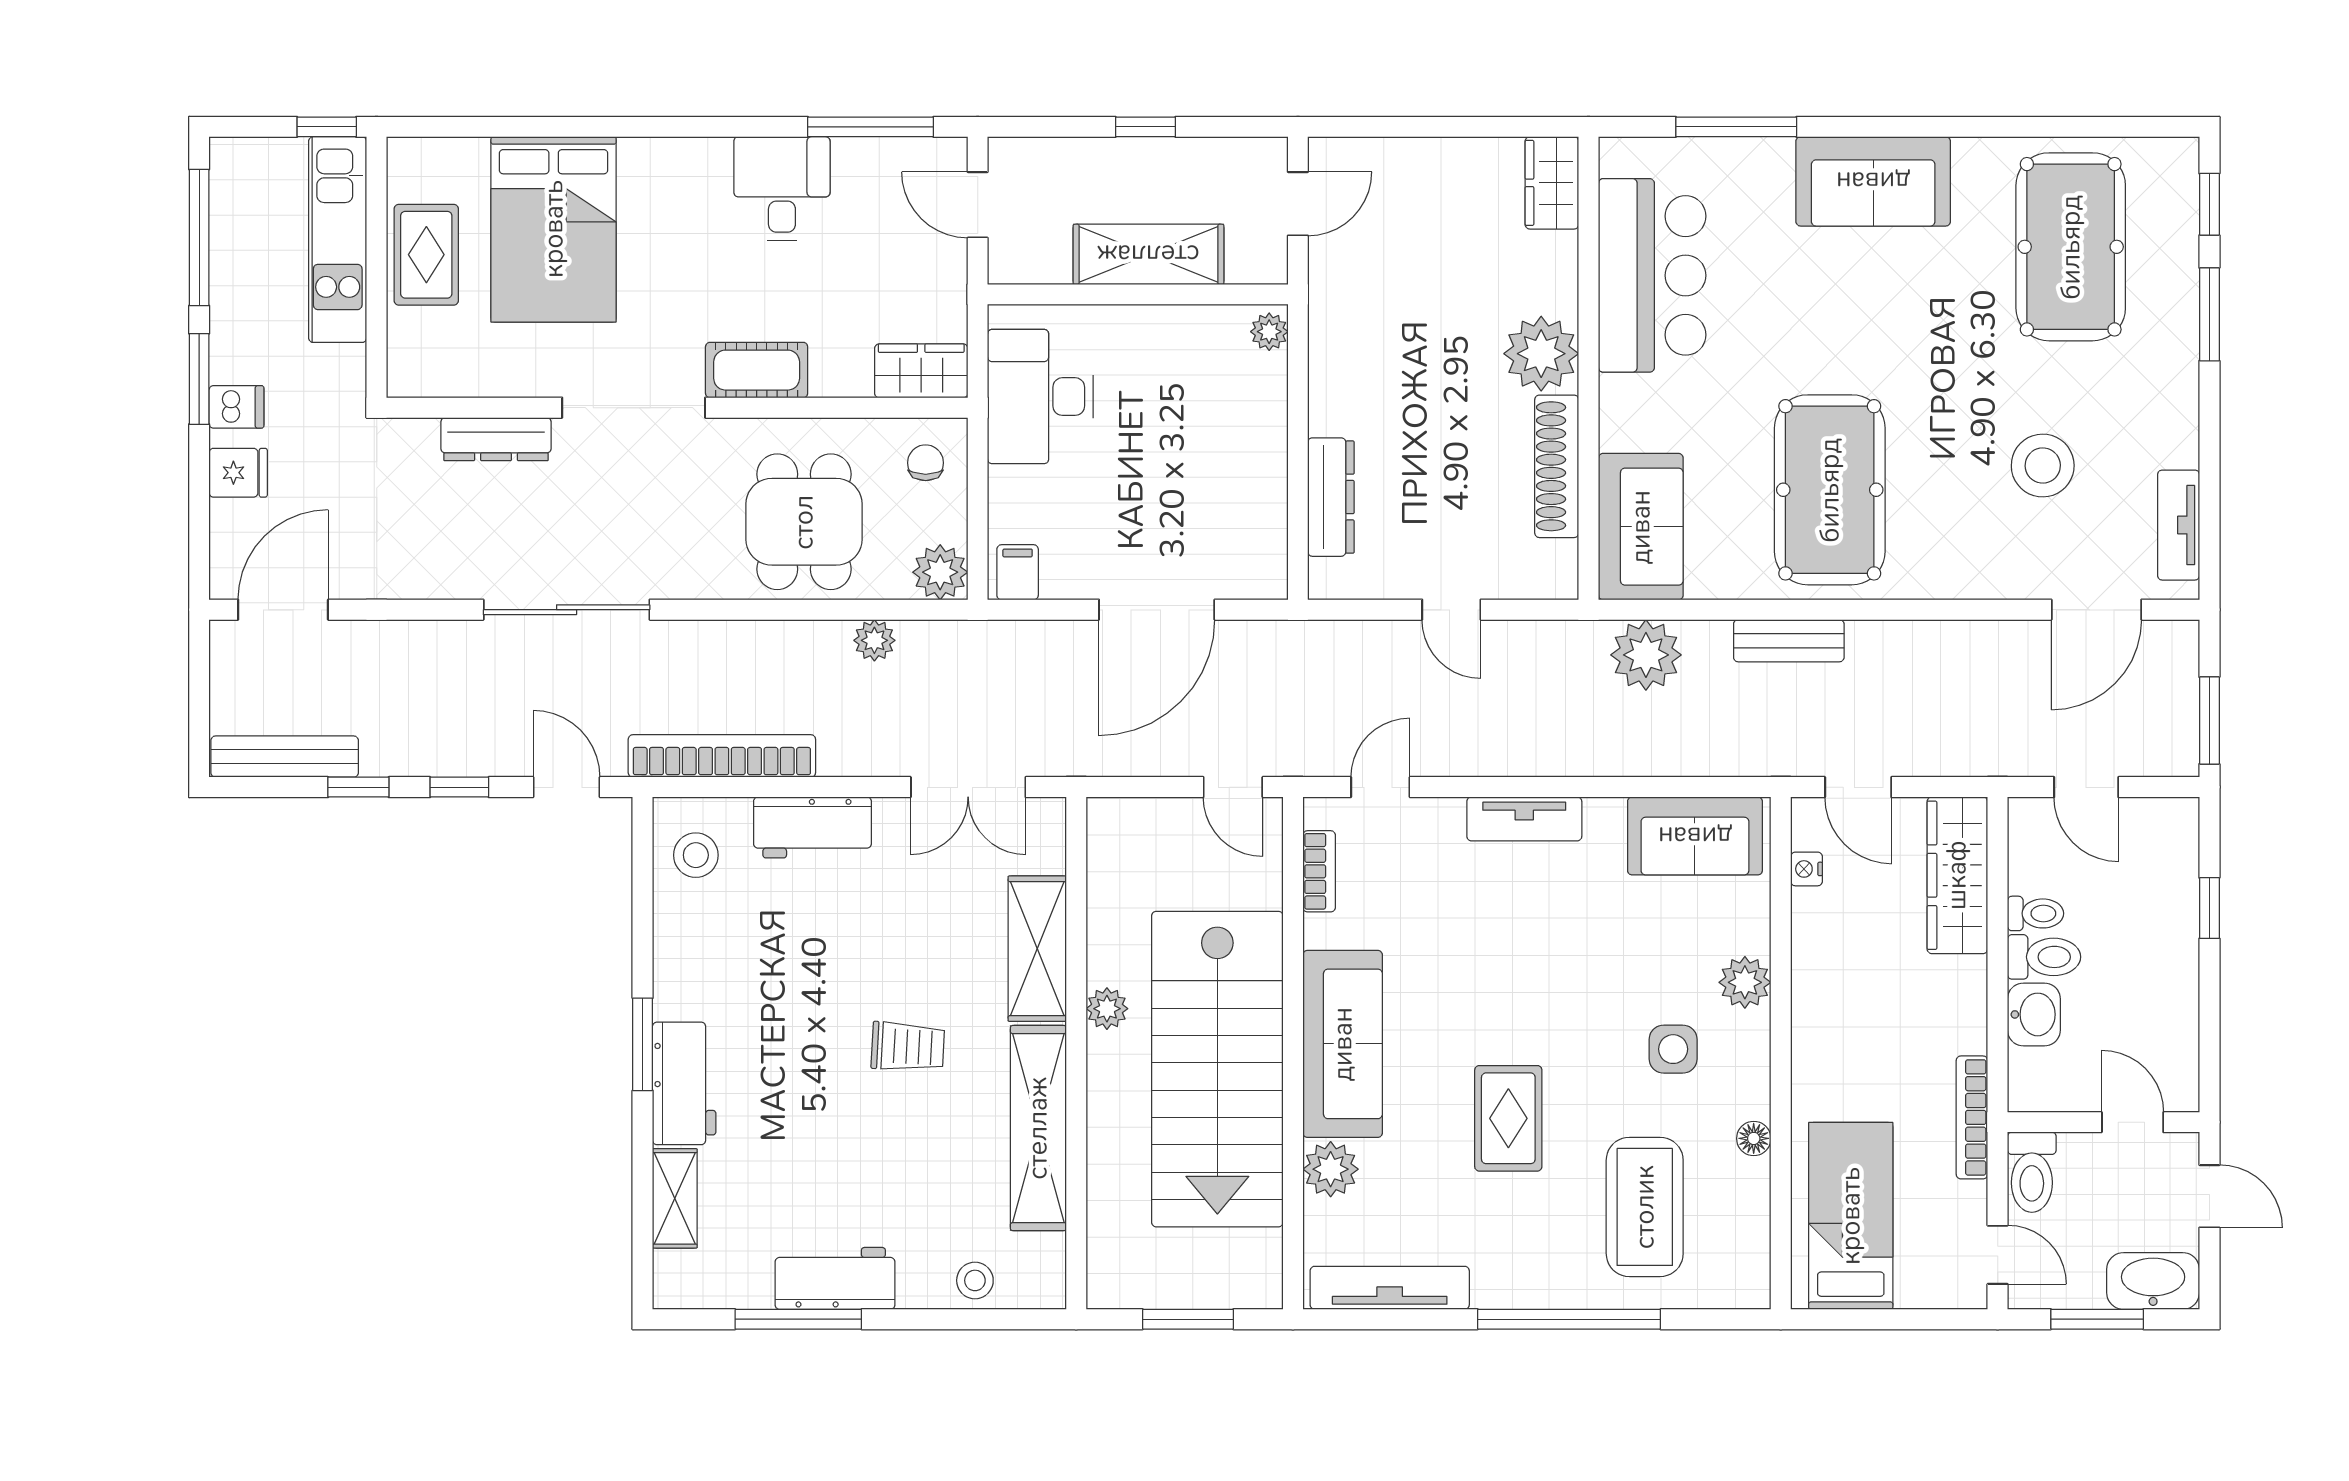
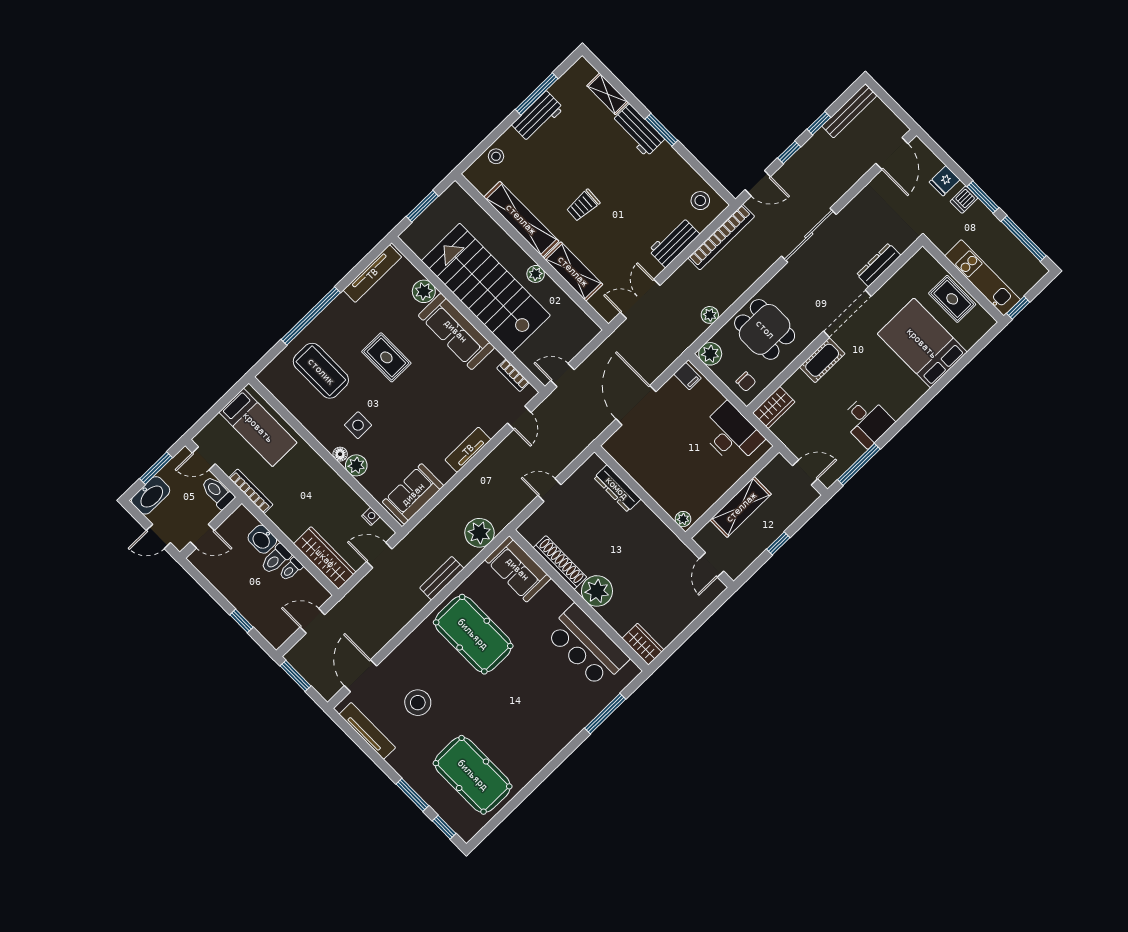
sofa: (1873, 181) -> (549, 737), removed
tv unit: (2179, 525) -> (367, 731), width x1.41
floor lamp: (1754, 1138) -> (340, 454), moved

